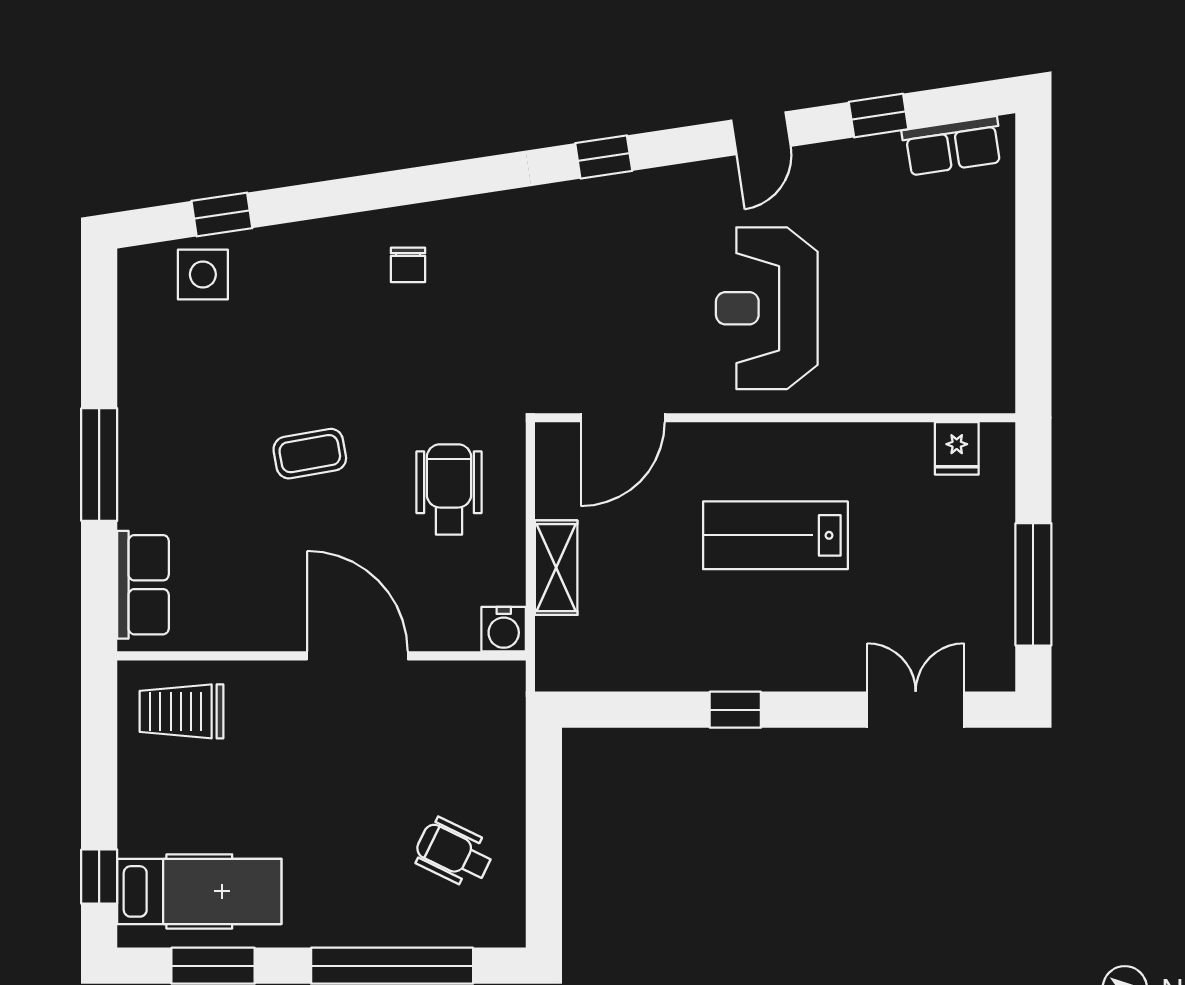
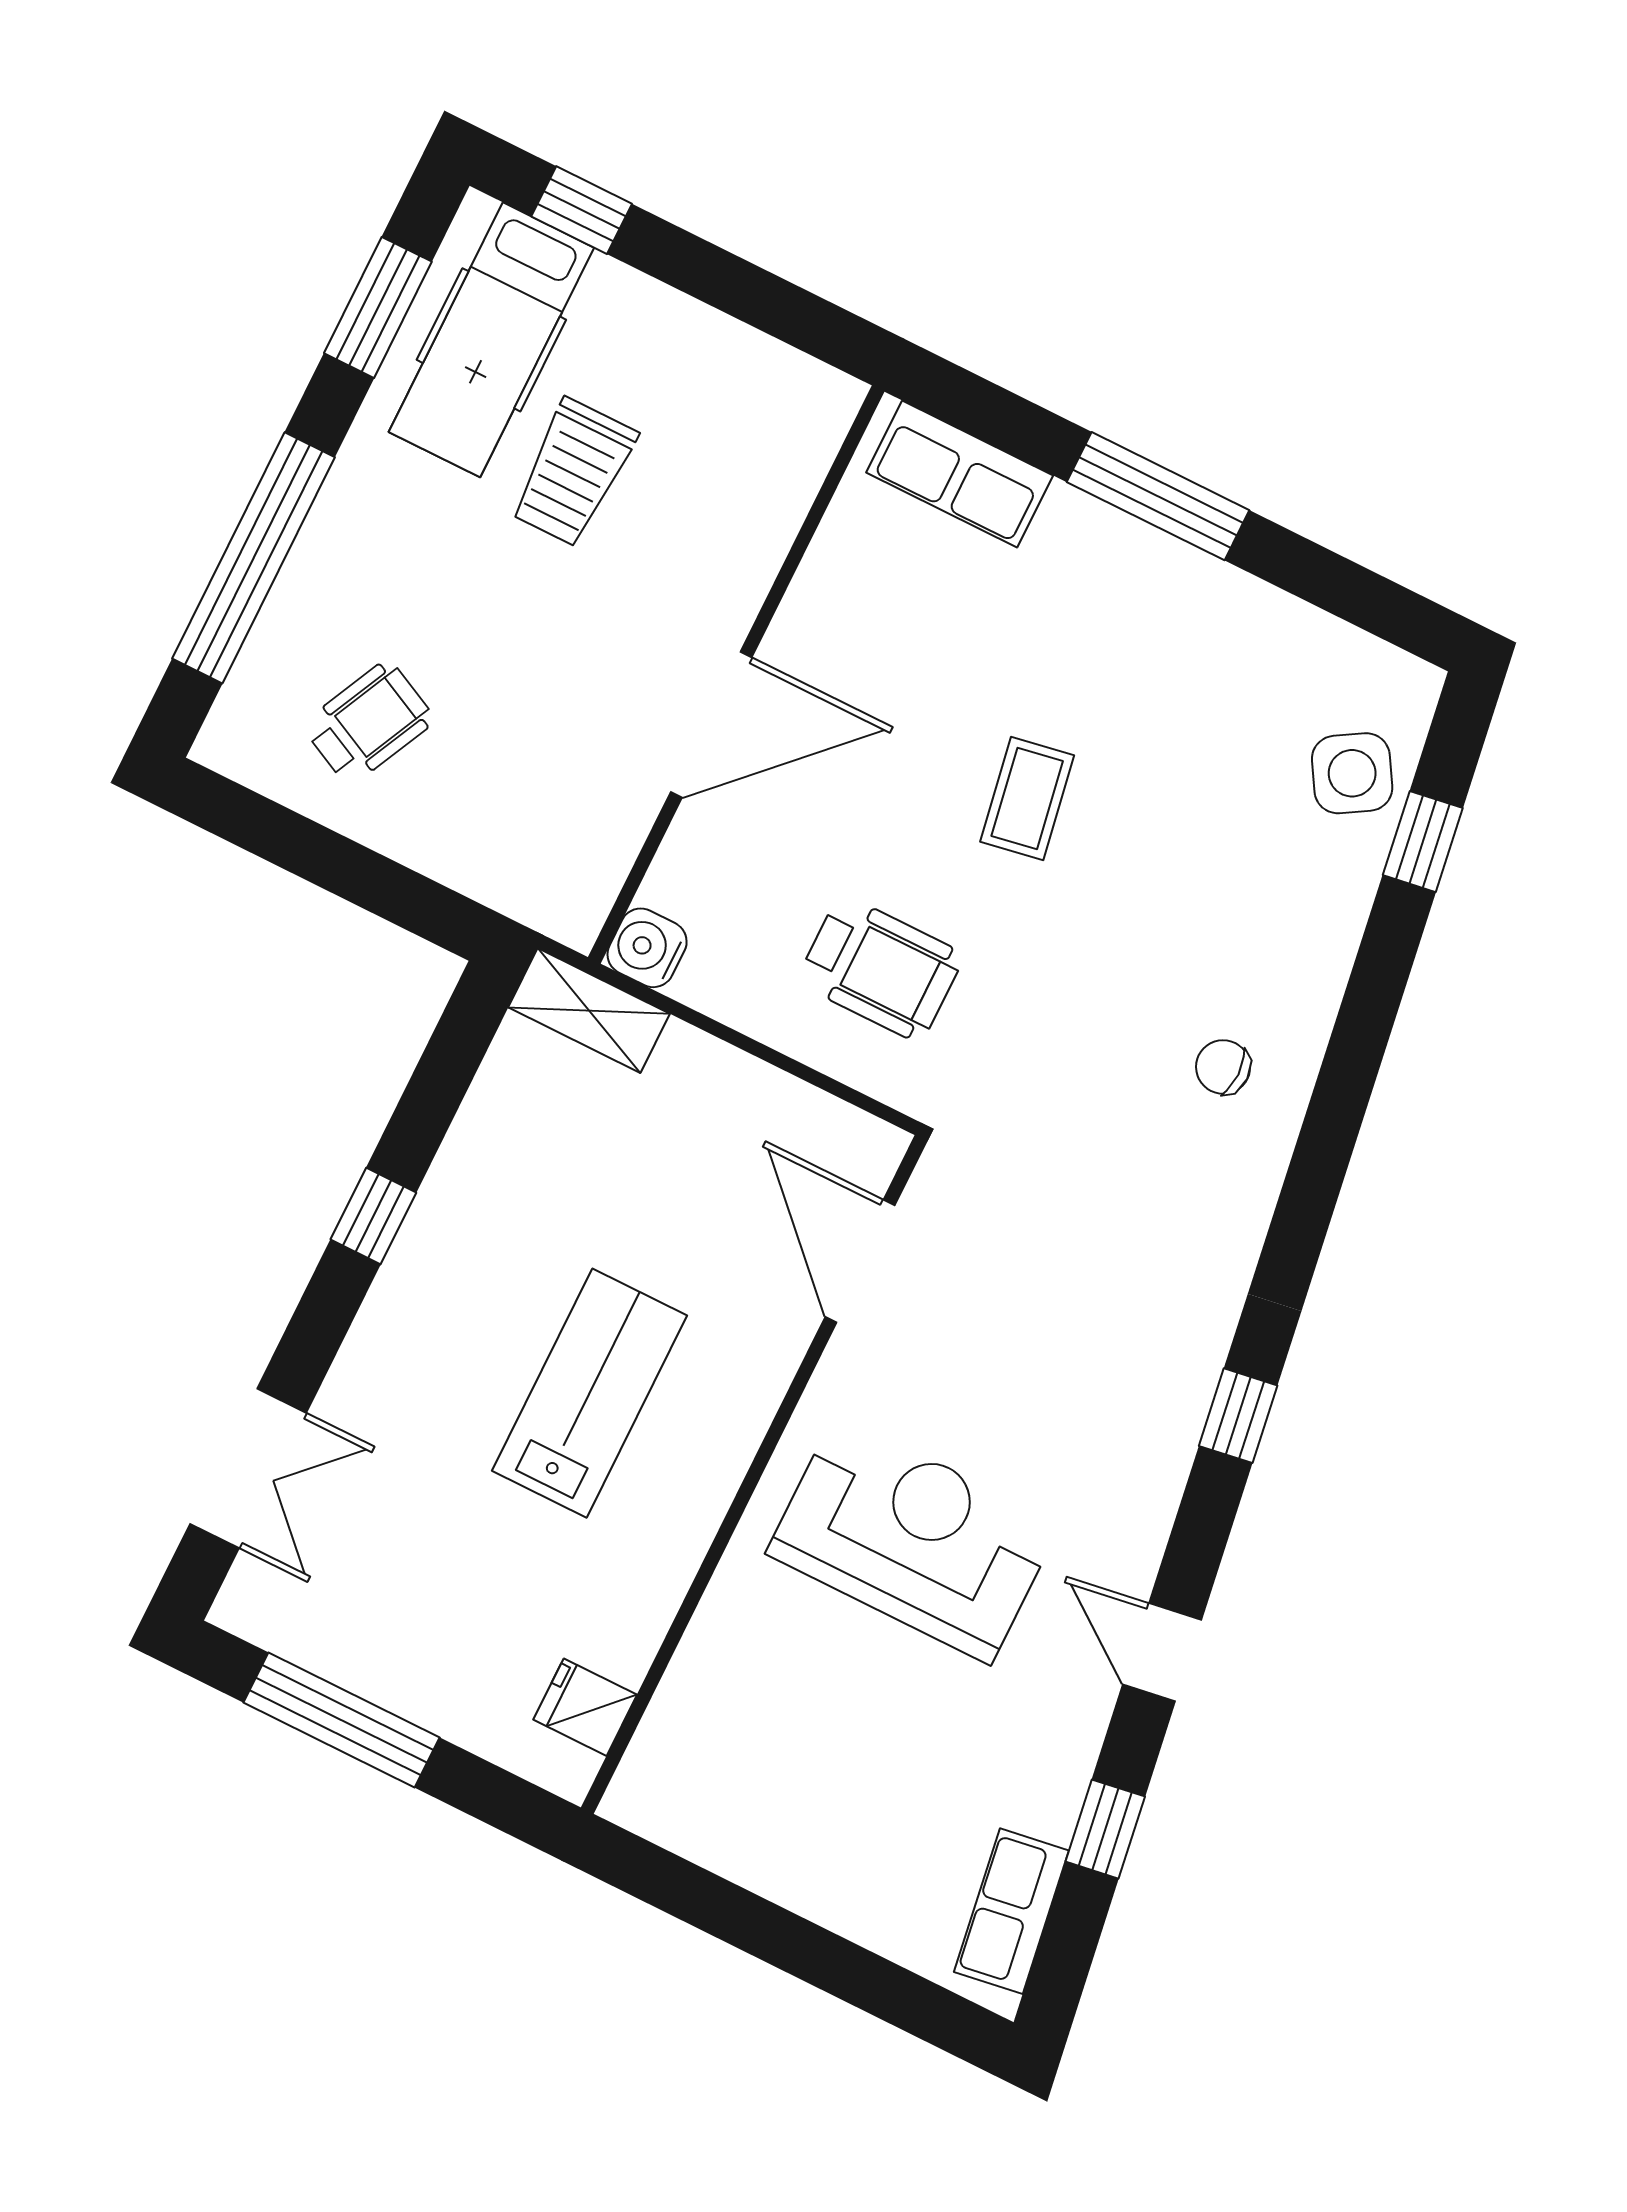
side table: (203, 274) -> (1352, 773), turned -31
shelving: (556, 568) -> (589, 1011), moved
trolley: (182, 711) -> (573, 473), moved, turned 180

